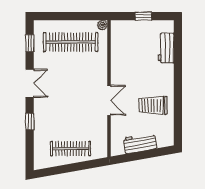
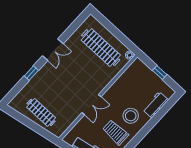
window: (30, 43) -> (75, 25), removed
stool: (153, 78) -> (131, 116), added

